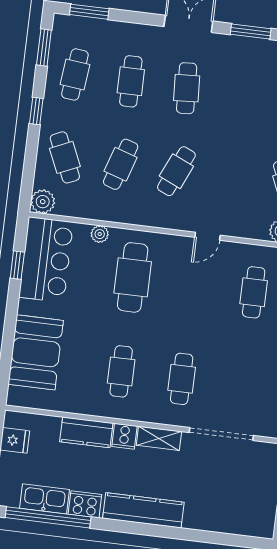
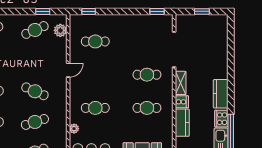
cafe table: (121, 164) -> (35, 122), turned -36
door: (208, 236) -> (68, 70), hinge flipped
cafe table: (133, 277) -> (95, 108), width x0.73, depth x0.74
kitchen counter: (143, 510) -> (221, 94), width x0.67

